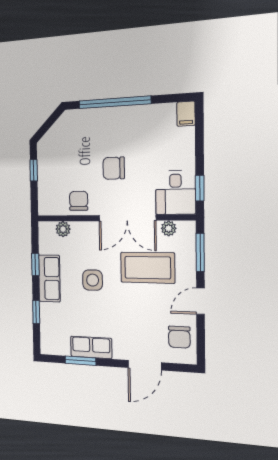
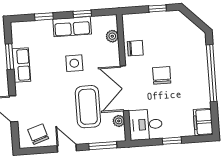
filing cabinet: (186, 114) -> (203, 122), width x2.00
window: (200, 188) -> (172, 141), moved
chair: (179, 337) -> (38, 134), turned 72

